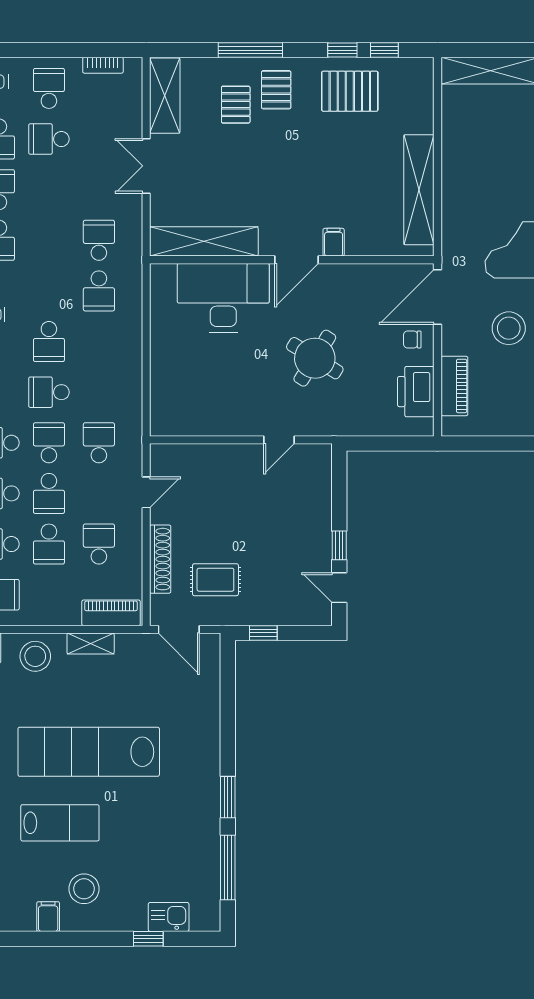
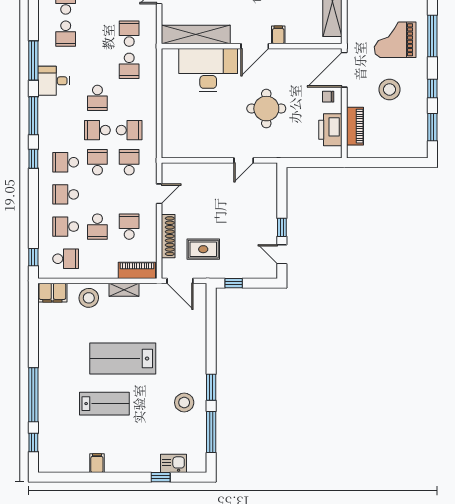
round table: (315, 358) -> (266, 109), turned -32
school desk: (49, 493) -> (129, 130), moved, turned -90
lab bench: (89, 752) -> (123, 359), width x0.73
stool: (84, 889) -> (184, 403), moved

